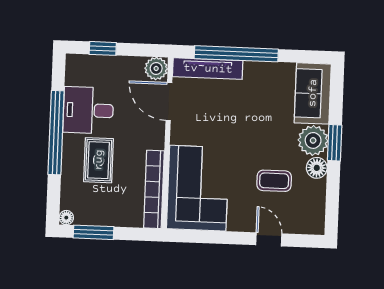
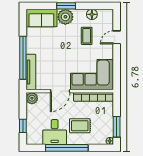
door: (169, 101) -> (60, 91), moved
floor lamp: (317, 168) -> (92, 14), moved

